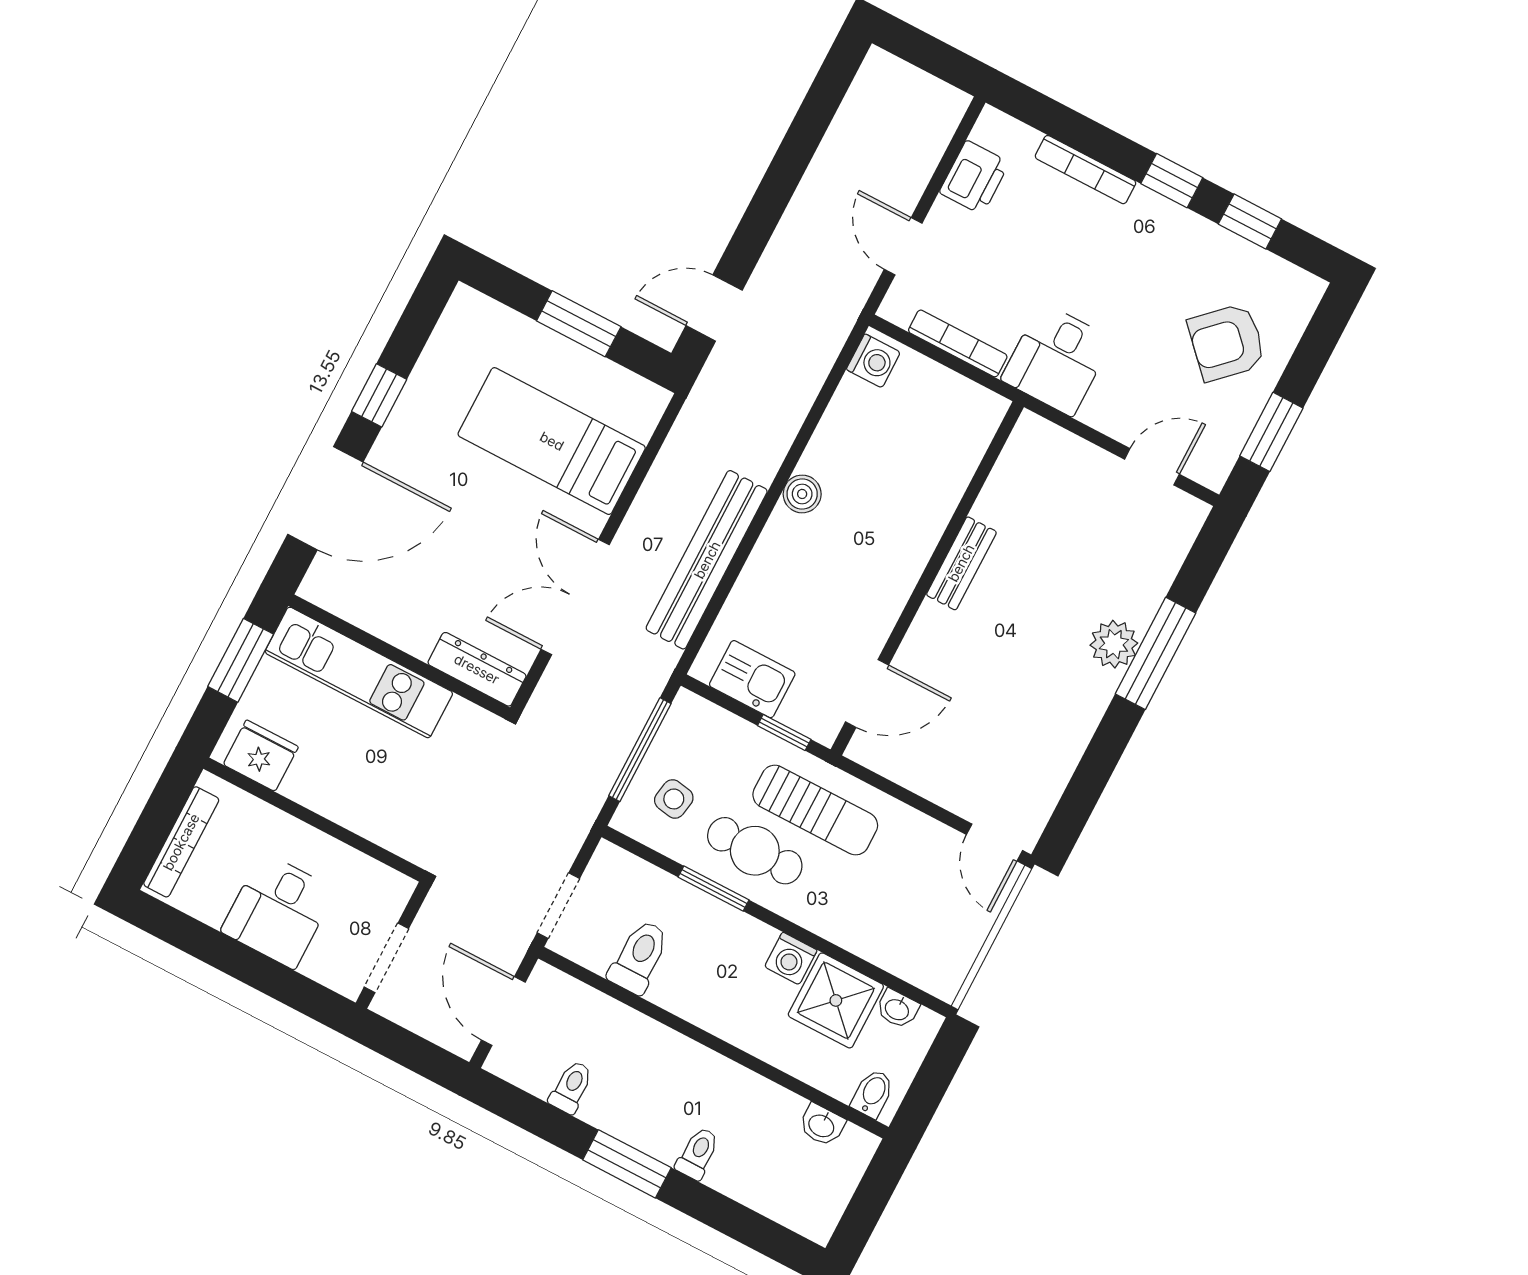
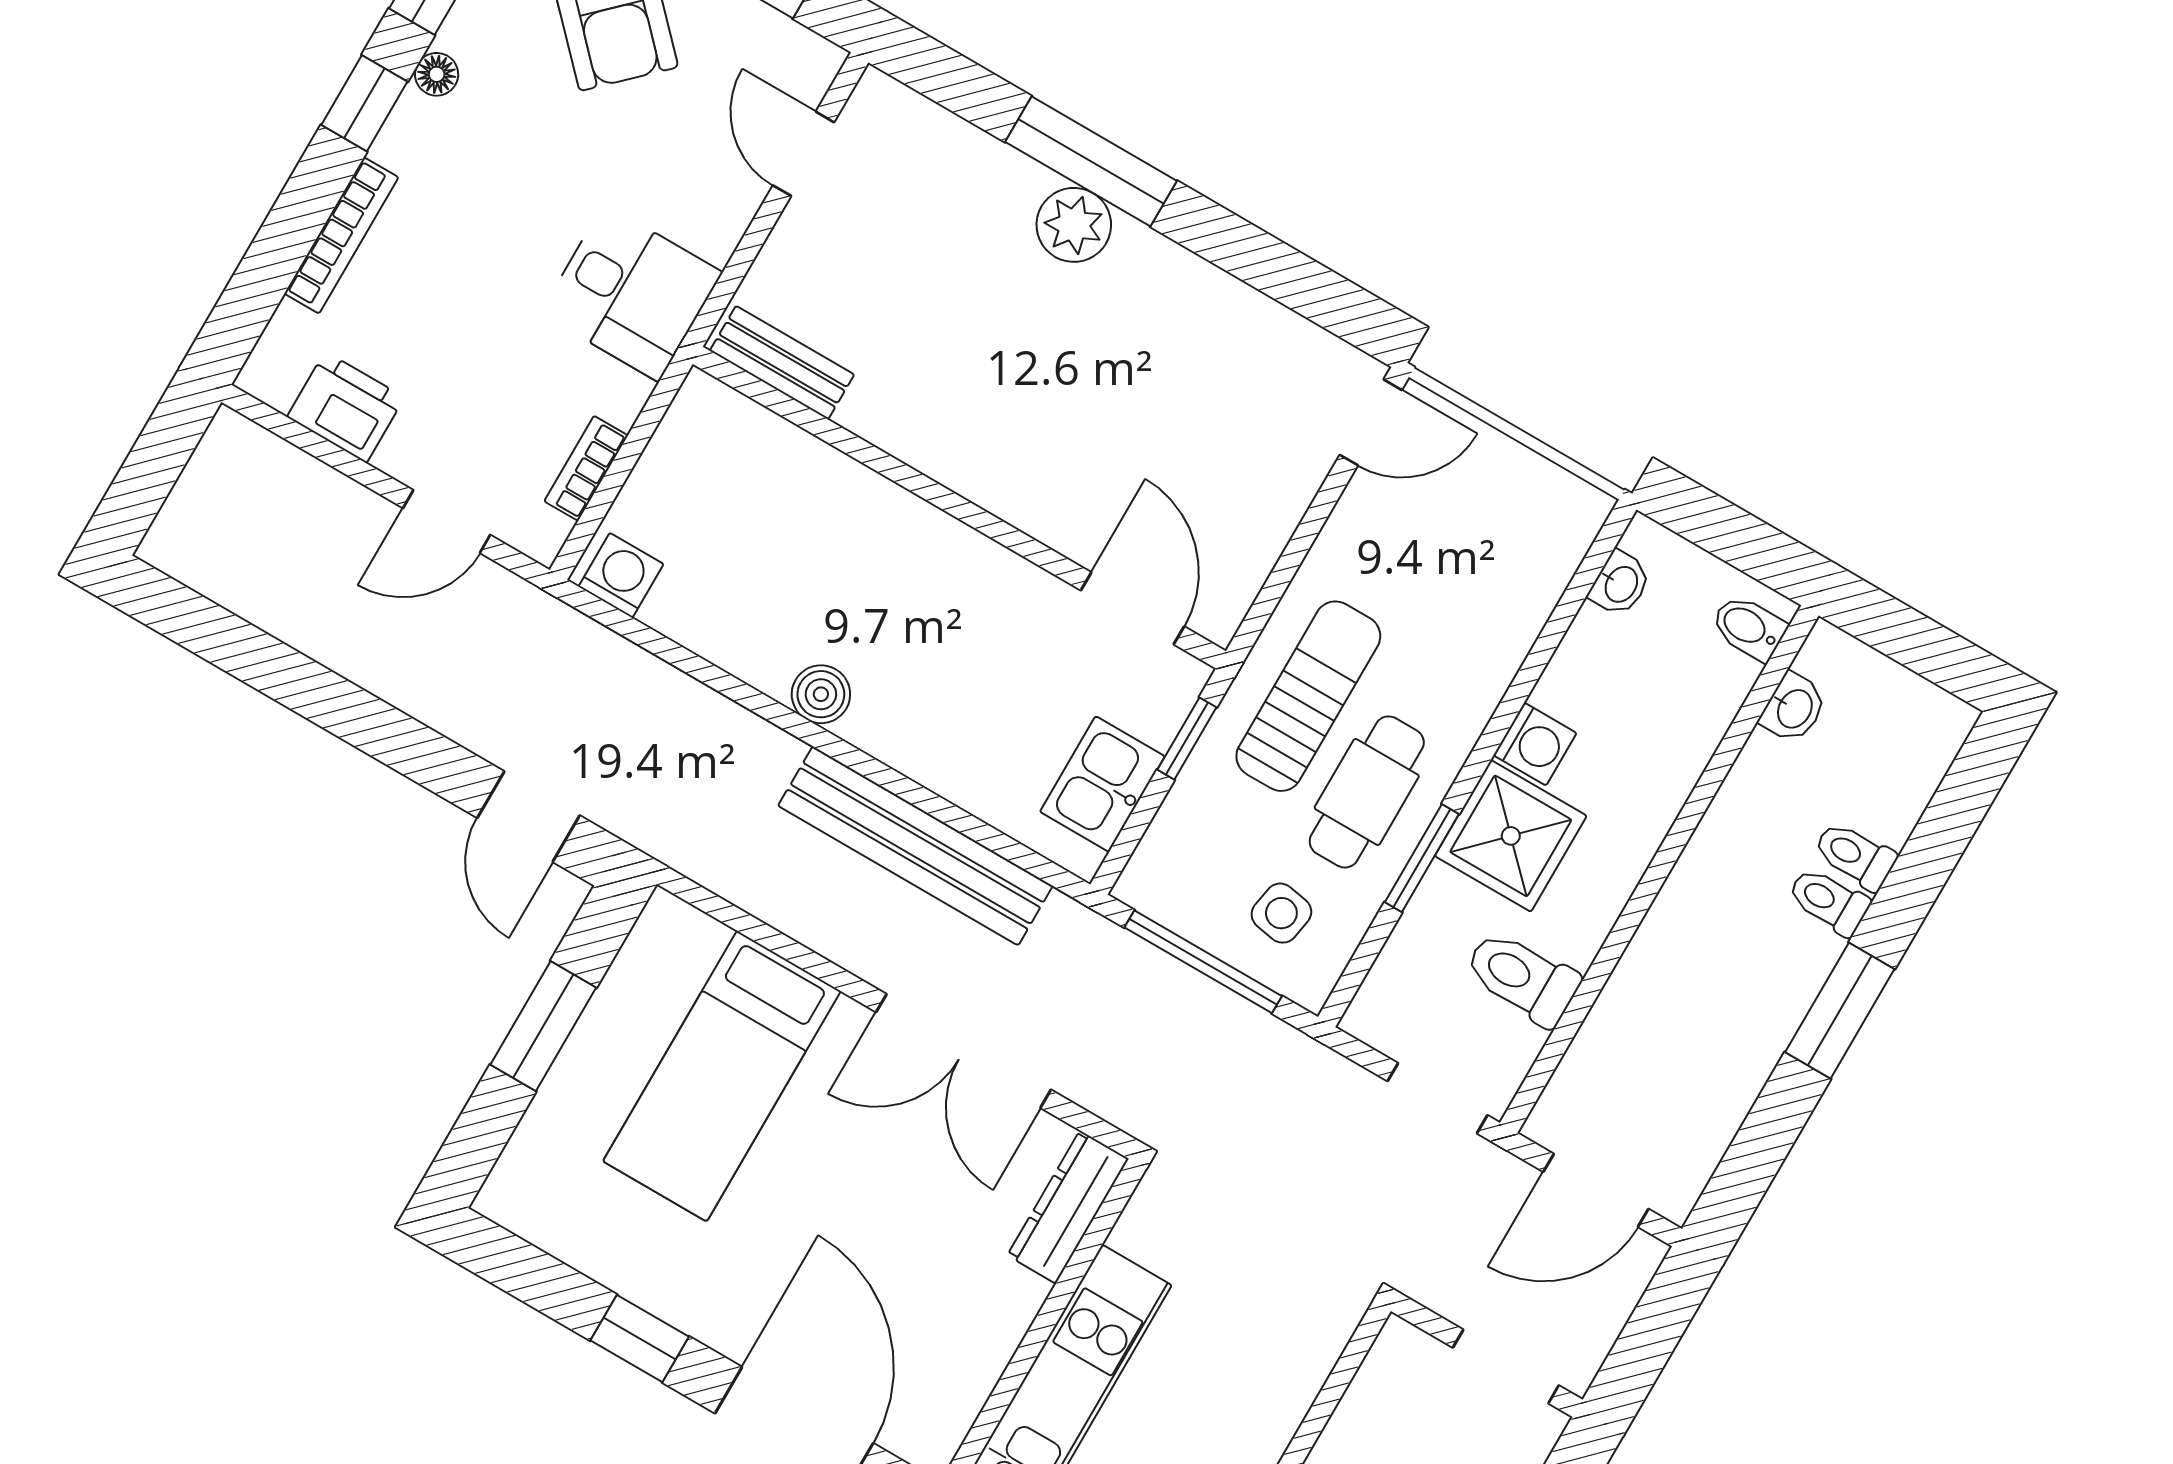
floor lamp: (1193, 227) -> (437, 74), added
bookcase: (958, 343) -> (586, 468), width x0.64
bench: (961, 563) -> (782, 363), moved
shower: (836, 1000) -> (1511, 836), moved
toilet: (571, 1087) -> (1855, 856), moved

